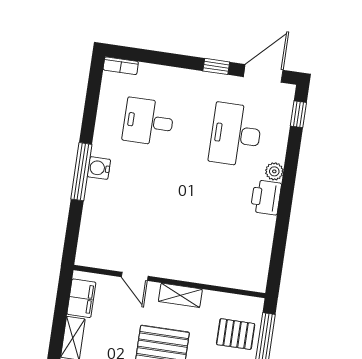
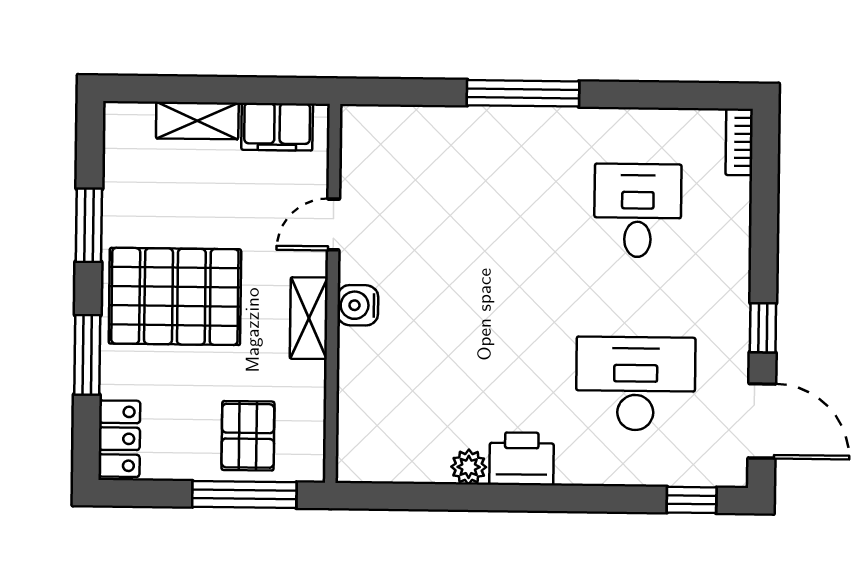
water cooler: (99, 168) -> (358, 305), moved, turned -90
plant: (274, 171) -> (469, 467), moved

